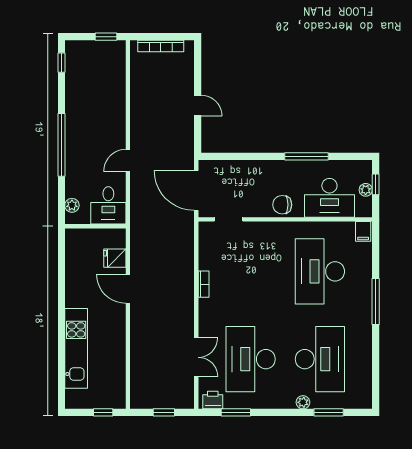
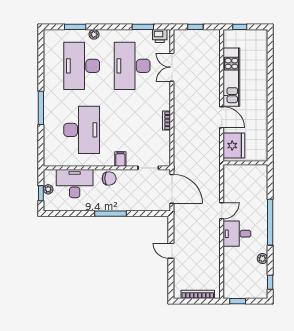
window: (306, 156) -> (111, 214), moved
plant: (72, 205) -> (262, 259), moved
desk: (108, 205) -> (237, 234), moved, turned -90
filing cabinet: (363, 231) -> (120, 159), moved
fridge: (115, 258) -> (234, 146), width x1.88, depth x1.34
kitchen unit: (76, 348) -> (231, 77), moved, turned 180
desk: (251, 359) -> (132, 66), turned 180

